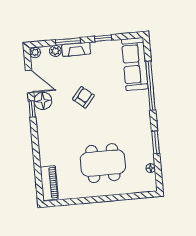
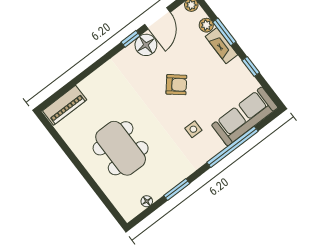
side table: (121, 105) -> (193, 129), added

